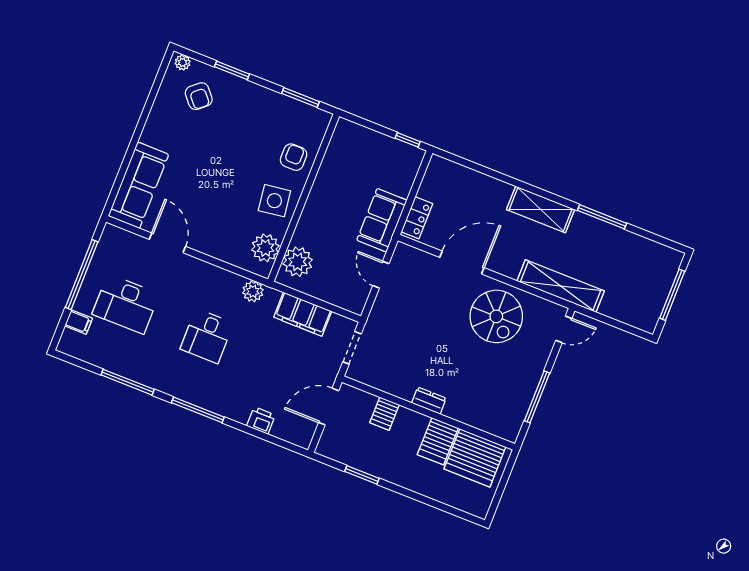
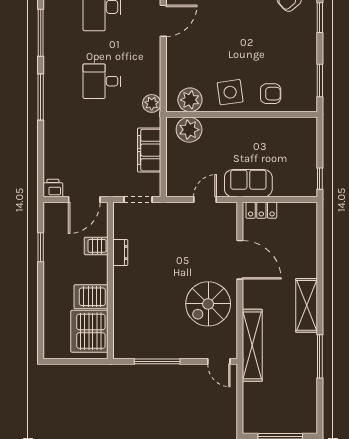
dresser: (429, 401) -> (120, 253), moved
door: (329, 407) -> (84, 200), swing flipped
printer: (261, 420) -> (53, 188), moved, turned -90

